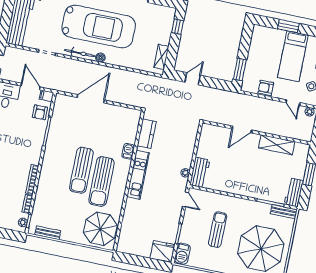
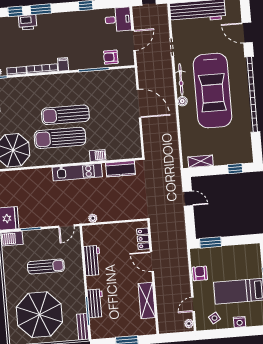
filing cabinet: (47, 96) -> (63, 64), moved
locker: (218, 131) -> (143, 239), added
workbench: (200, 172) -> (92, 261), moved, turned -90
workbench: (294, 192) -> (95, 303), moved, turned 90

